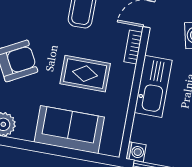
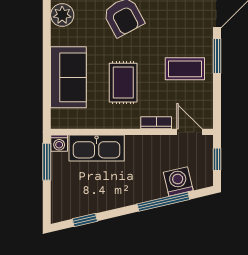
kitchen sink: (153, 86) -> (97, 148), moved

